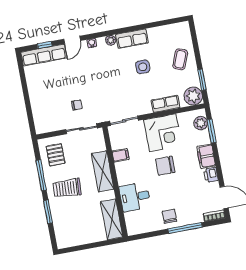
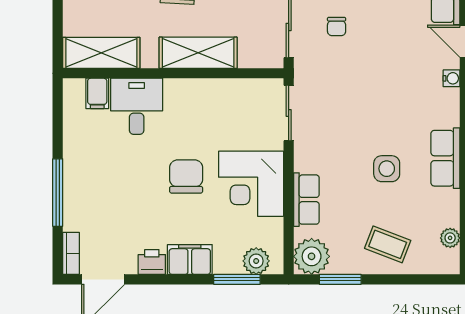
plant: (111, 40) -> (450, 238), moved
filing cabinet: (121, 155) -> (97, 93), moved
chair: (170, 216) -> (86, 166), removed

